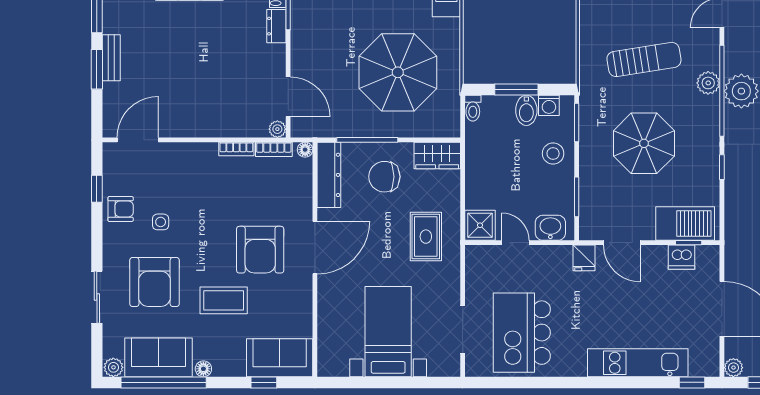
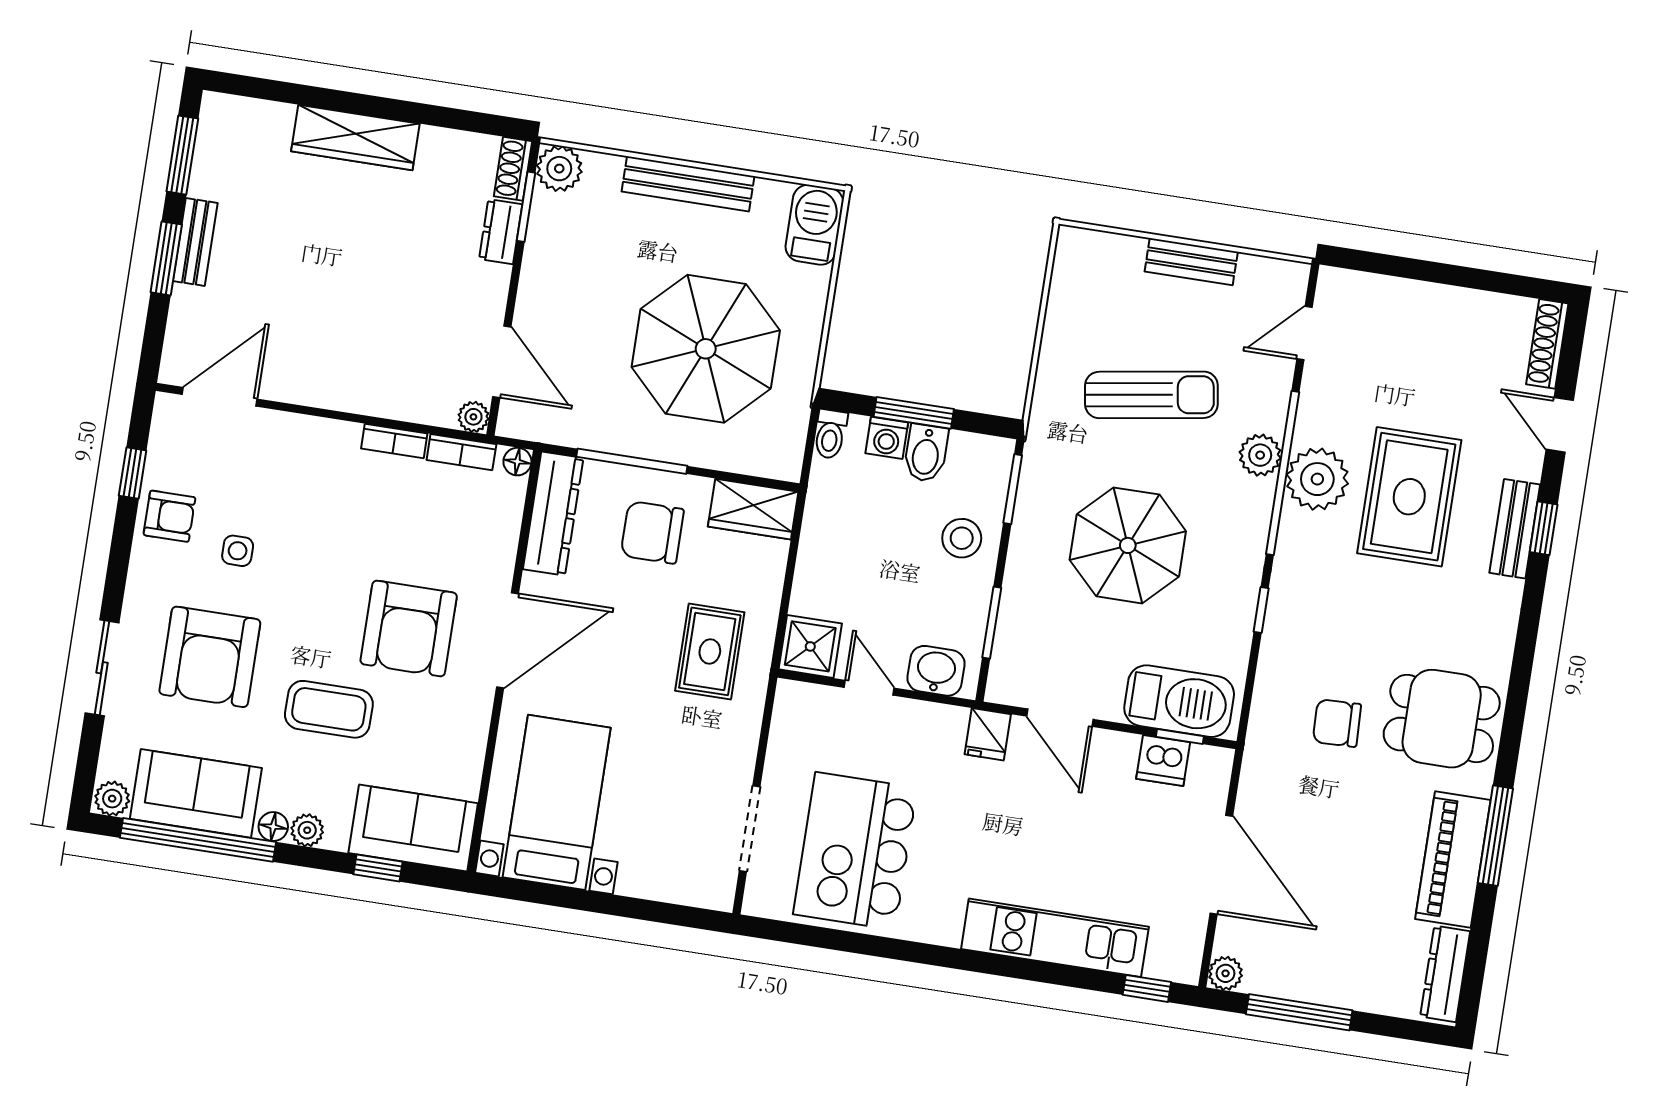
washing machine: (549, 105) -> (887, 438), moved
bed with nightstands: (388, 332) -> (557, 802), moved
plant: (222, 368) -> (307, 830), added

